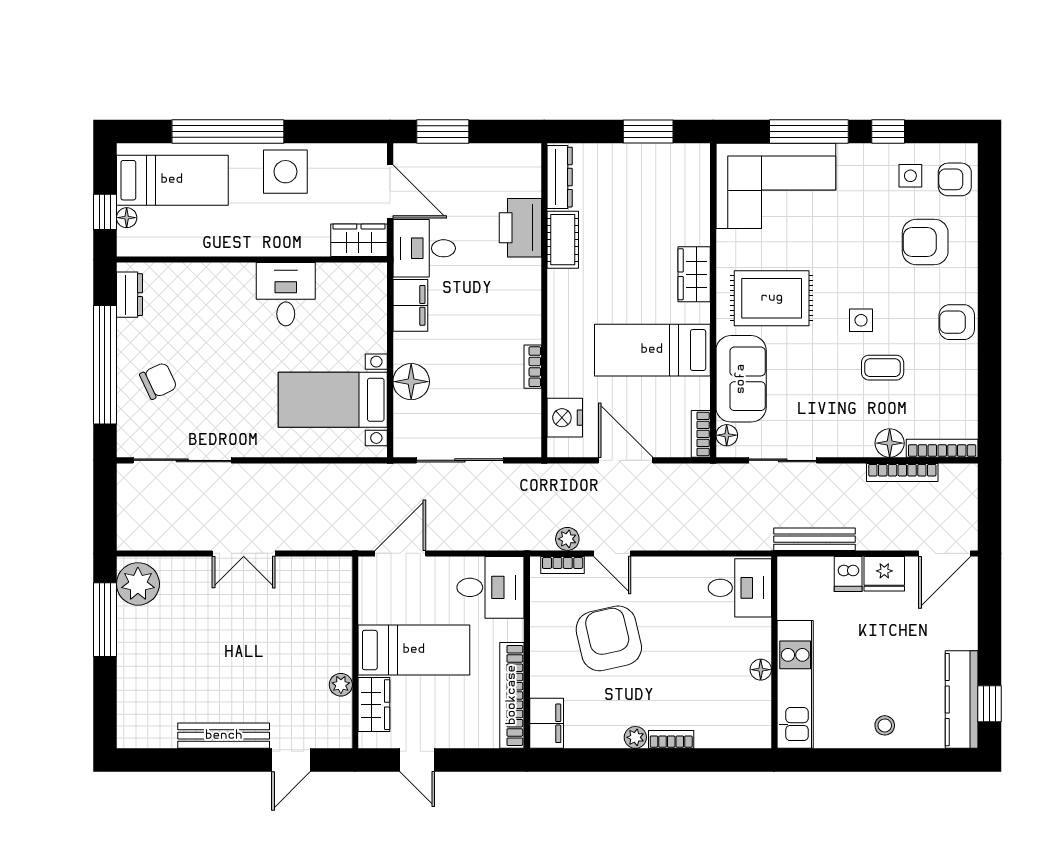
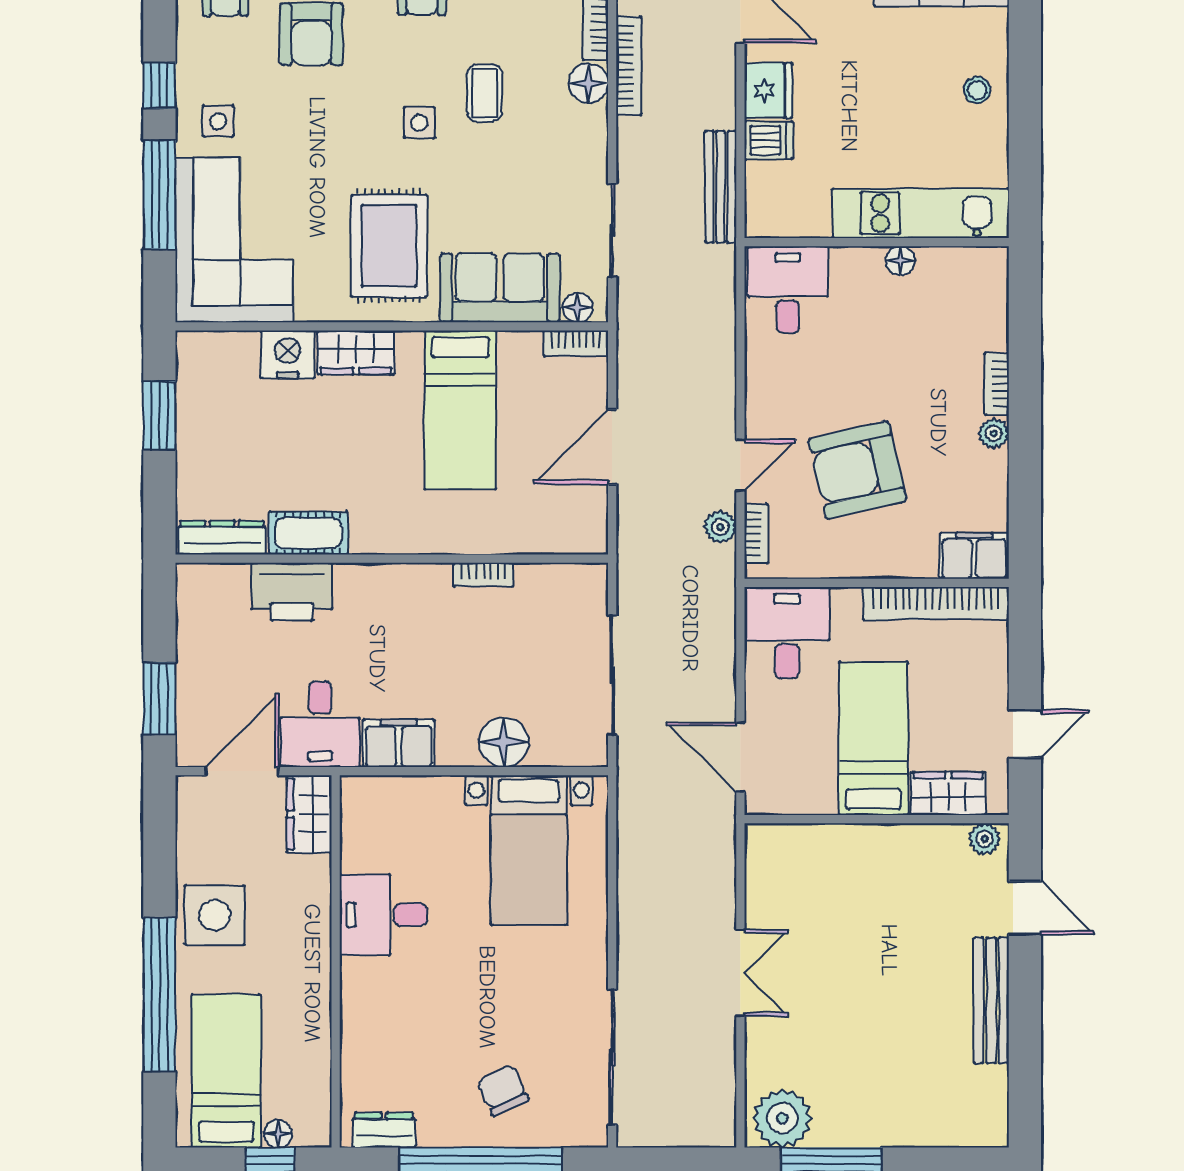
side table: (910, 176) -> (218, 121), moved
nightstand: (565, 418) -> (288, 354), moved, turned 180
plant: (341, 685) -> (984, 839), moved

